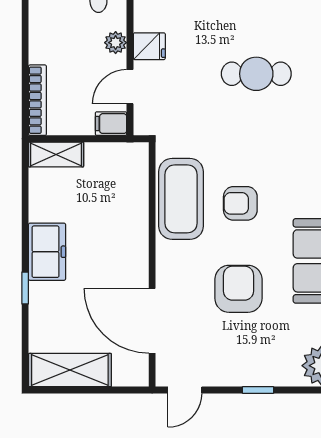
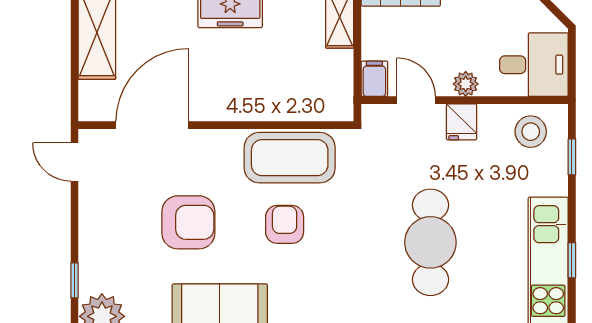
cafe table: (256, 74) -> (430, 242), width x1.37, depth x1.35
window: (258, 390) -> (74, 280), moved

